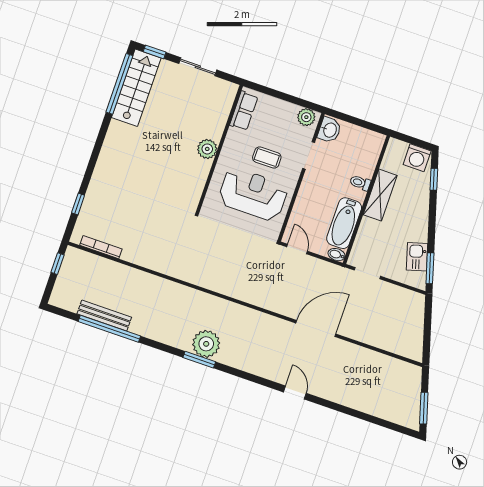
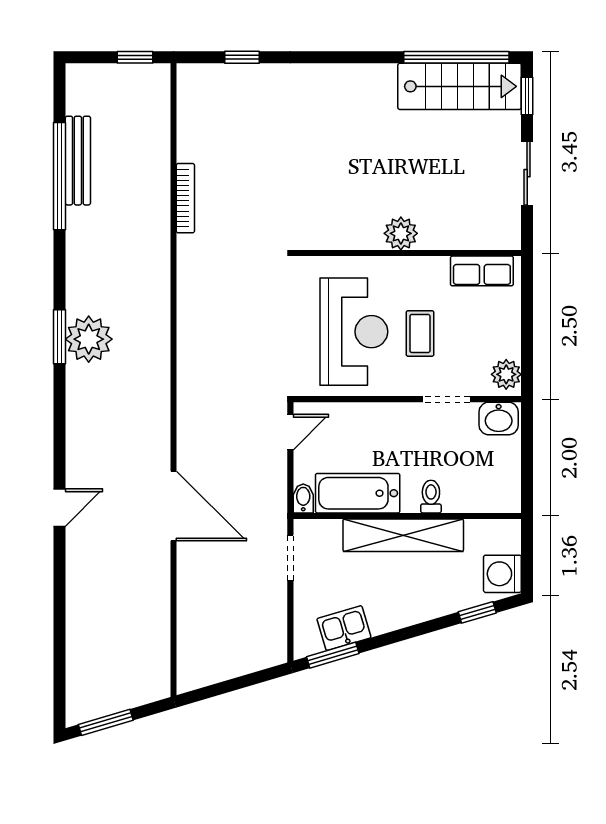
shelving: (380, 195) -> (403, 535), width x1.47
bookcase: (101, 247) -> (185, 198), moved

